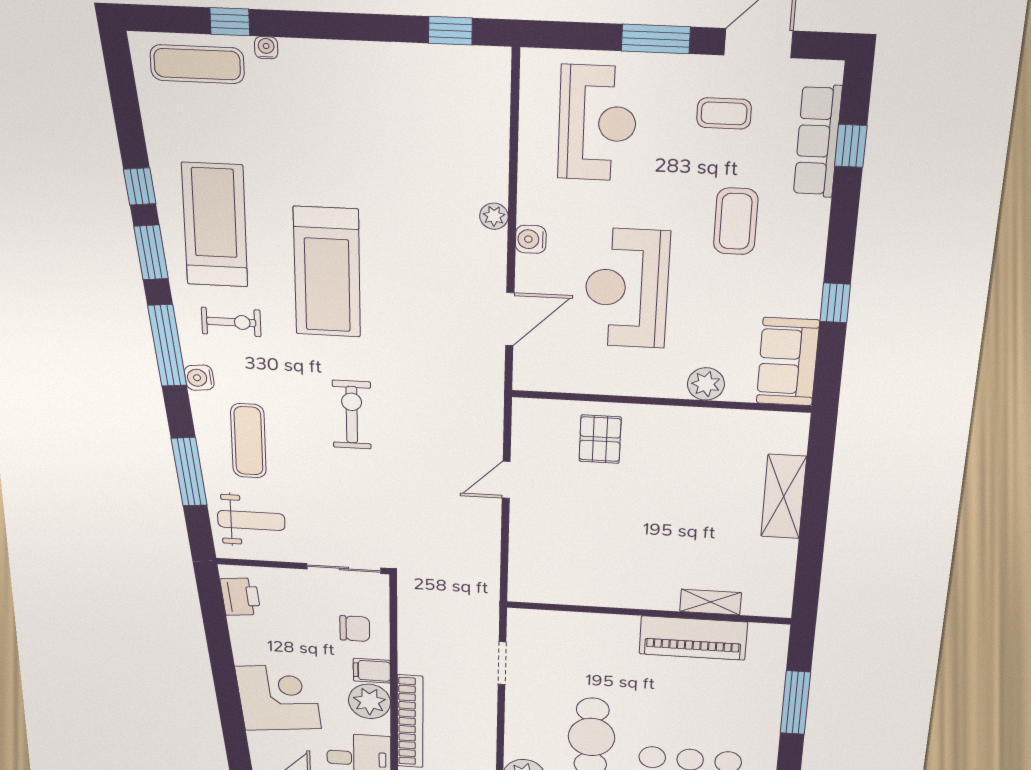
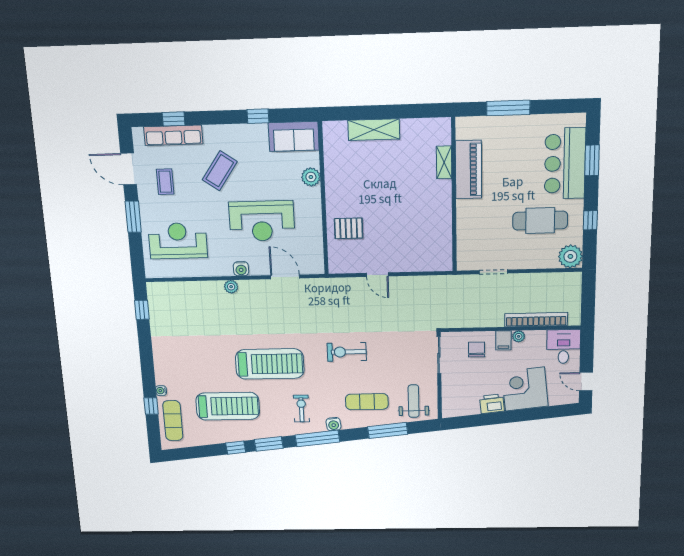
coffee table: (736, 221) -> (220, 171), turned -55
treadmill: (215, 225) -> (228, 406), moved, turned 180
printer: (240, 597) -> (492, 404), moved
plant: (369, 701) -> (519, 336), width x0.53, depth x0.53

